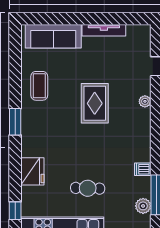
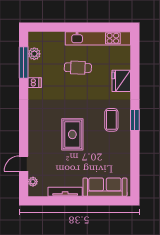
coffee table: (39, 86) -> (111, 120), moved
plant: (145, 101) -> (33, 182), moved
window: (15, 211) -> (135, 50), removed

